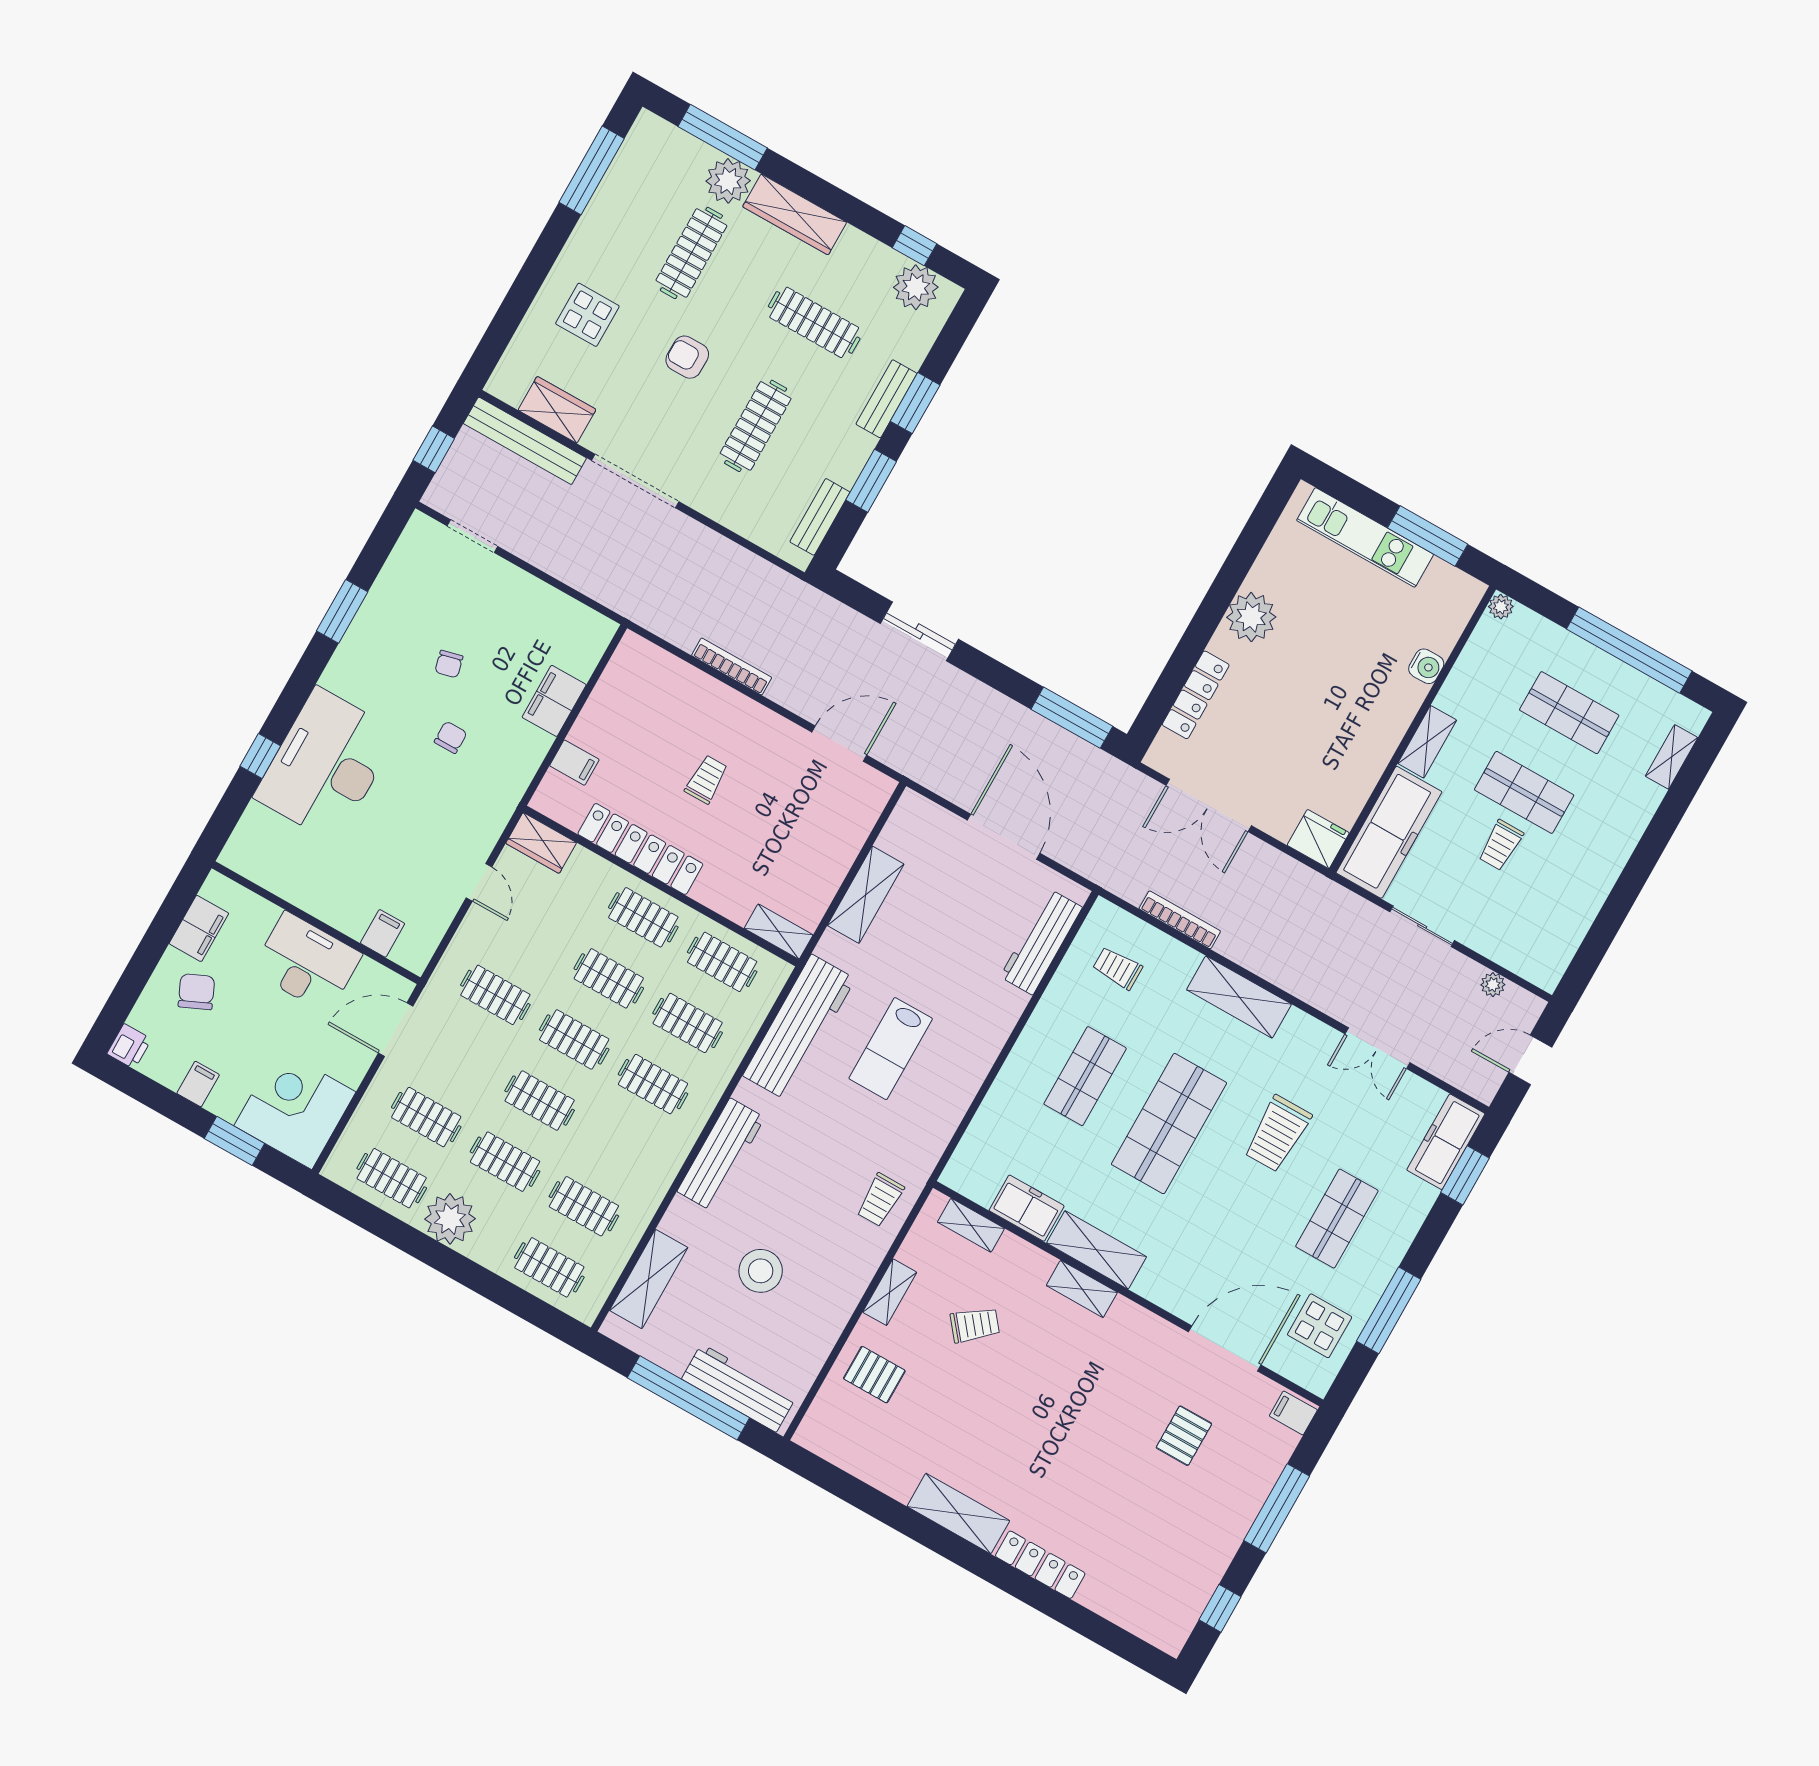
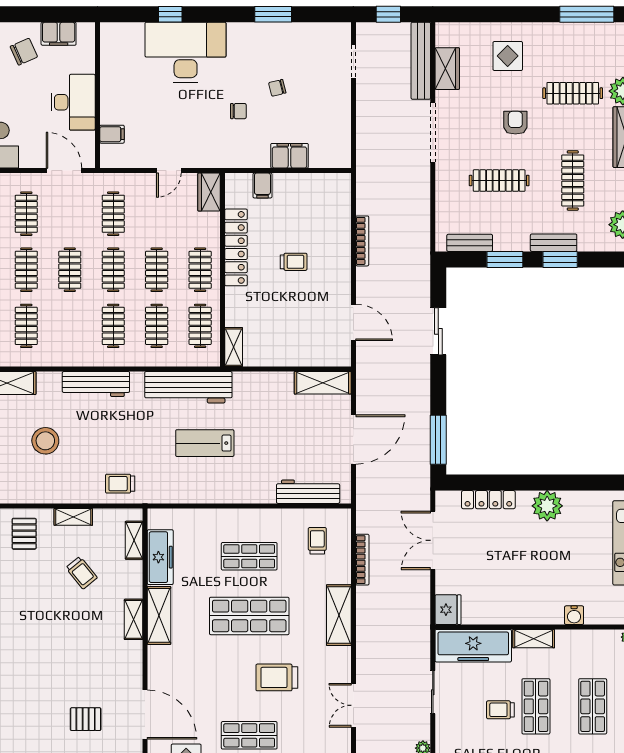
shelving: (866, 895) -> (323, 383), moved
freezer: (1027, 1208) -> (160, 557), width x1.40

